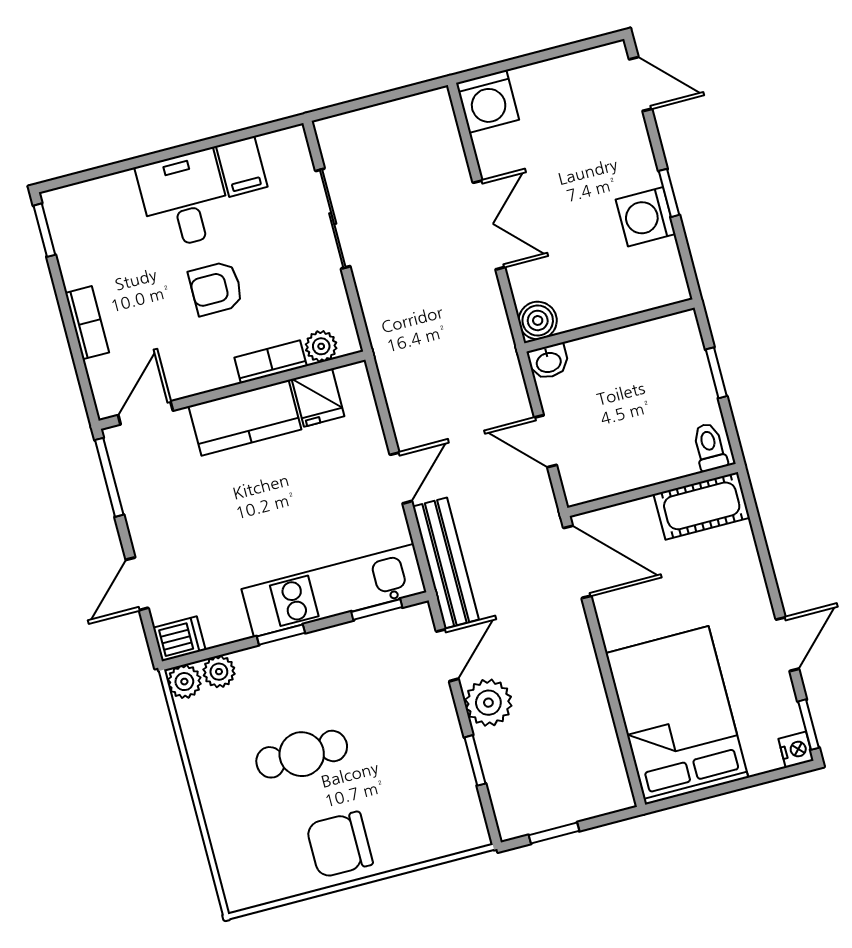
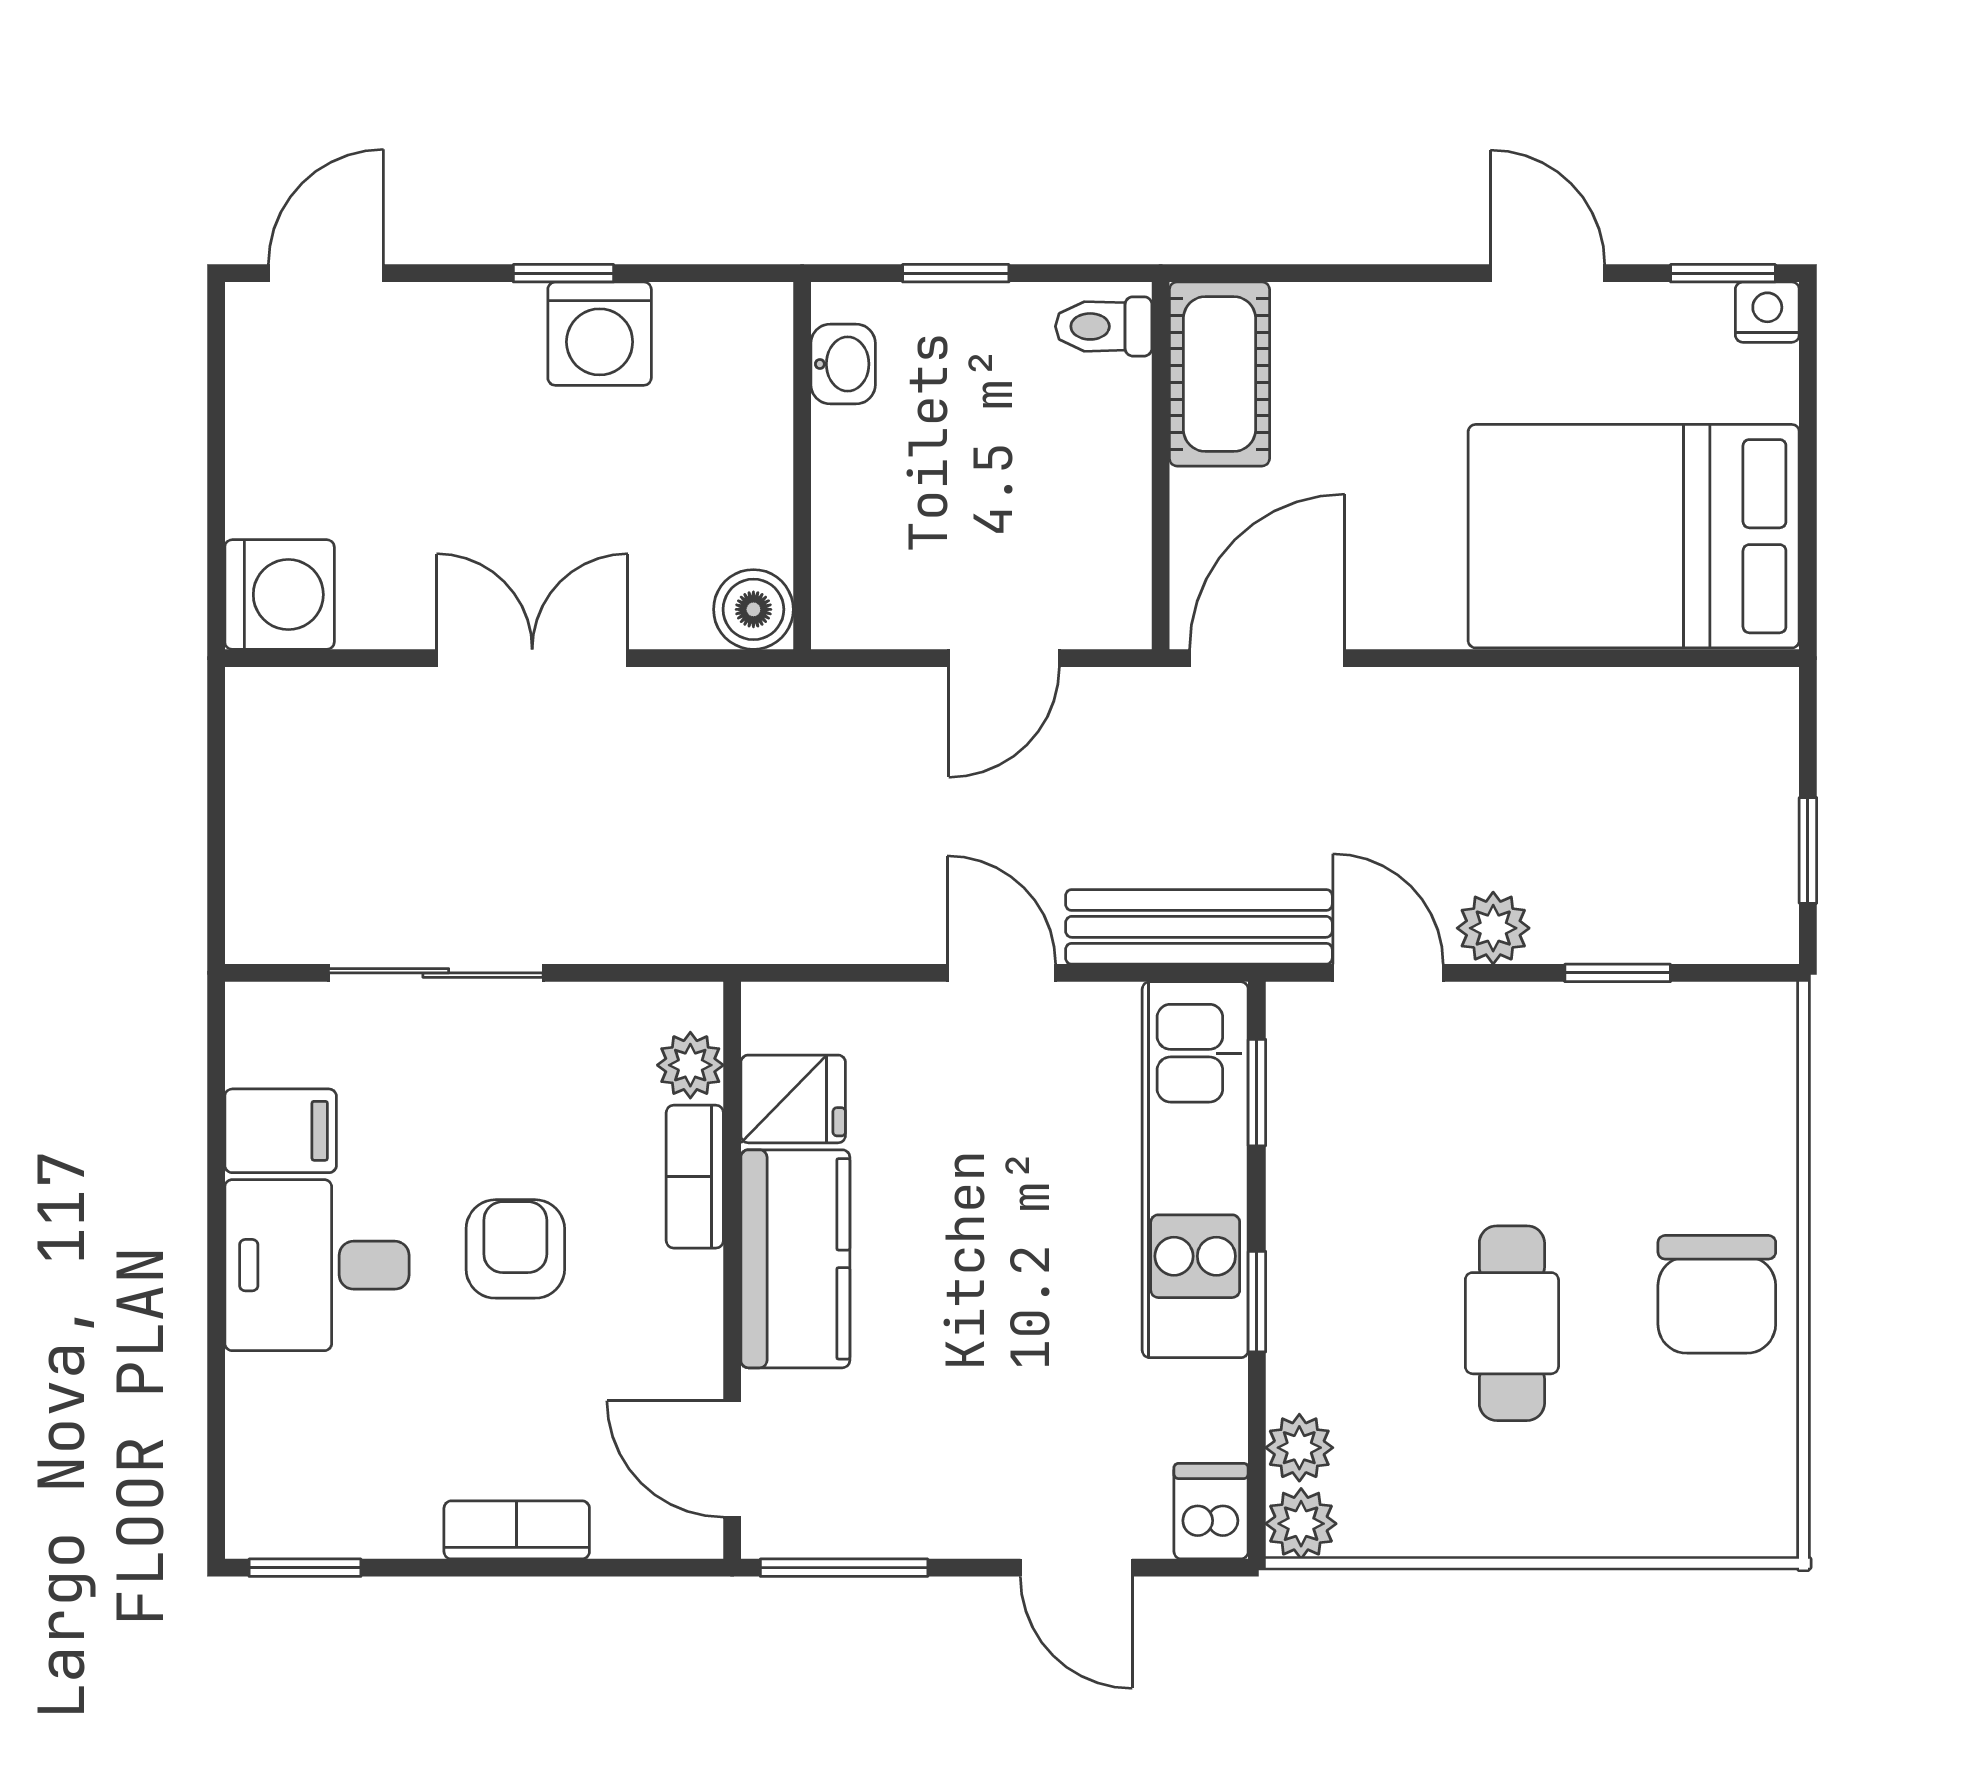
armchair: (216, 288) -> (515, 1249), turned 180
washbasin: (548, 362) -> (843, 364), moved
plant: (488, 703) -> (1493, 928), width x0.73, depth x0.73

